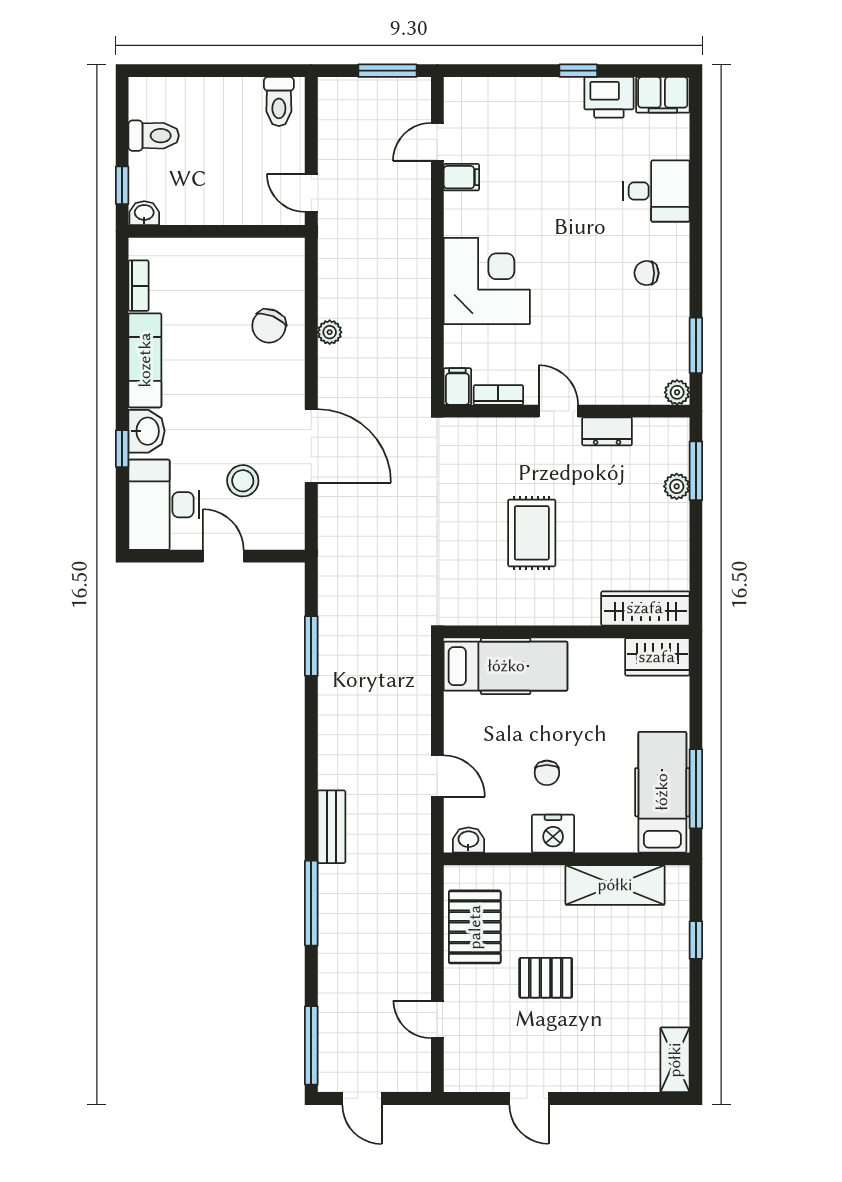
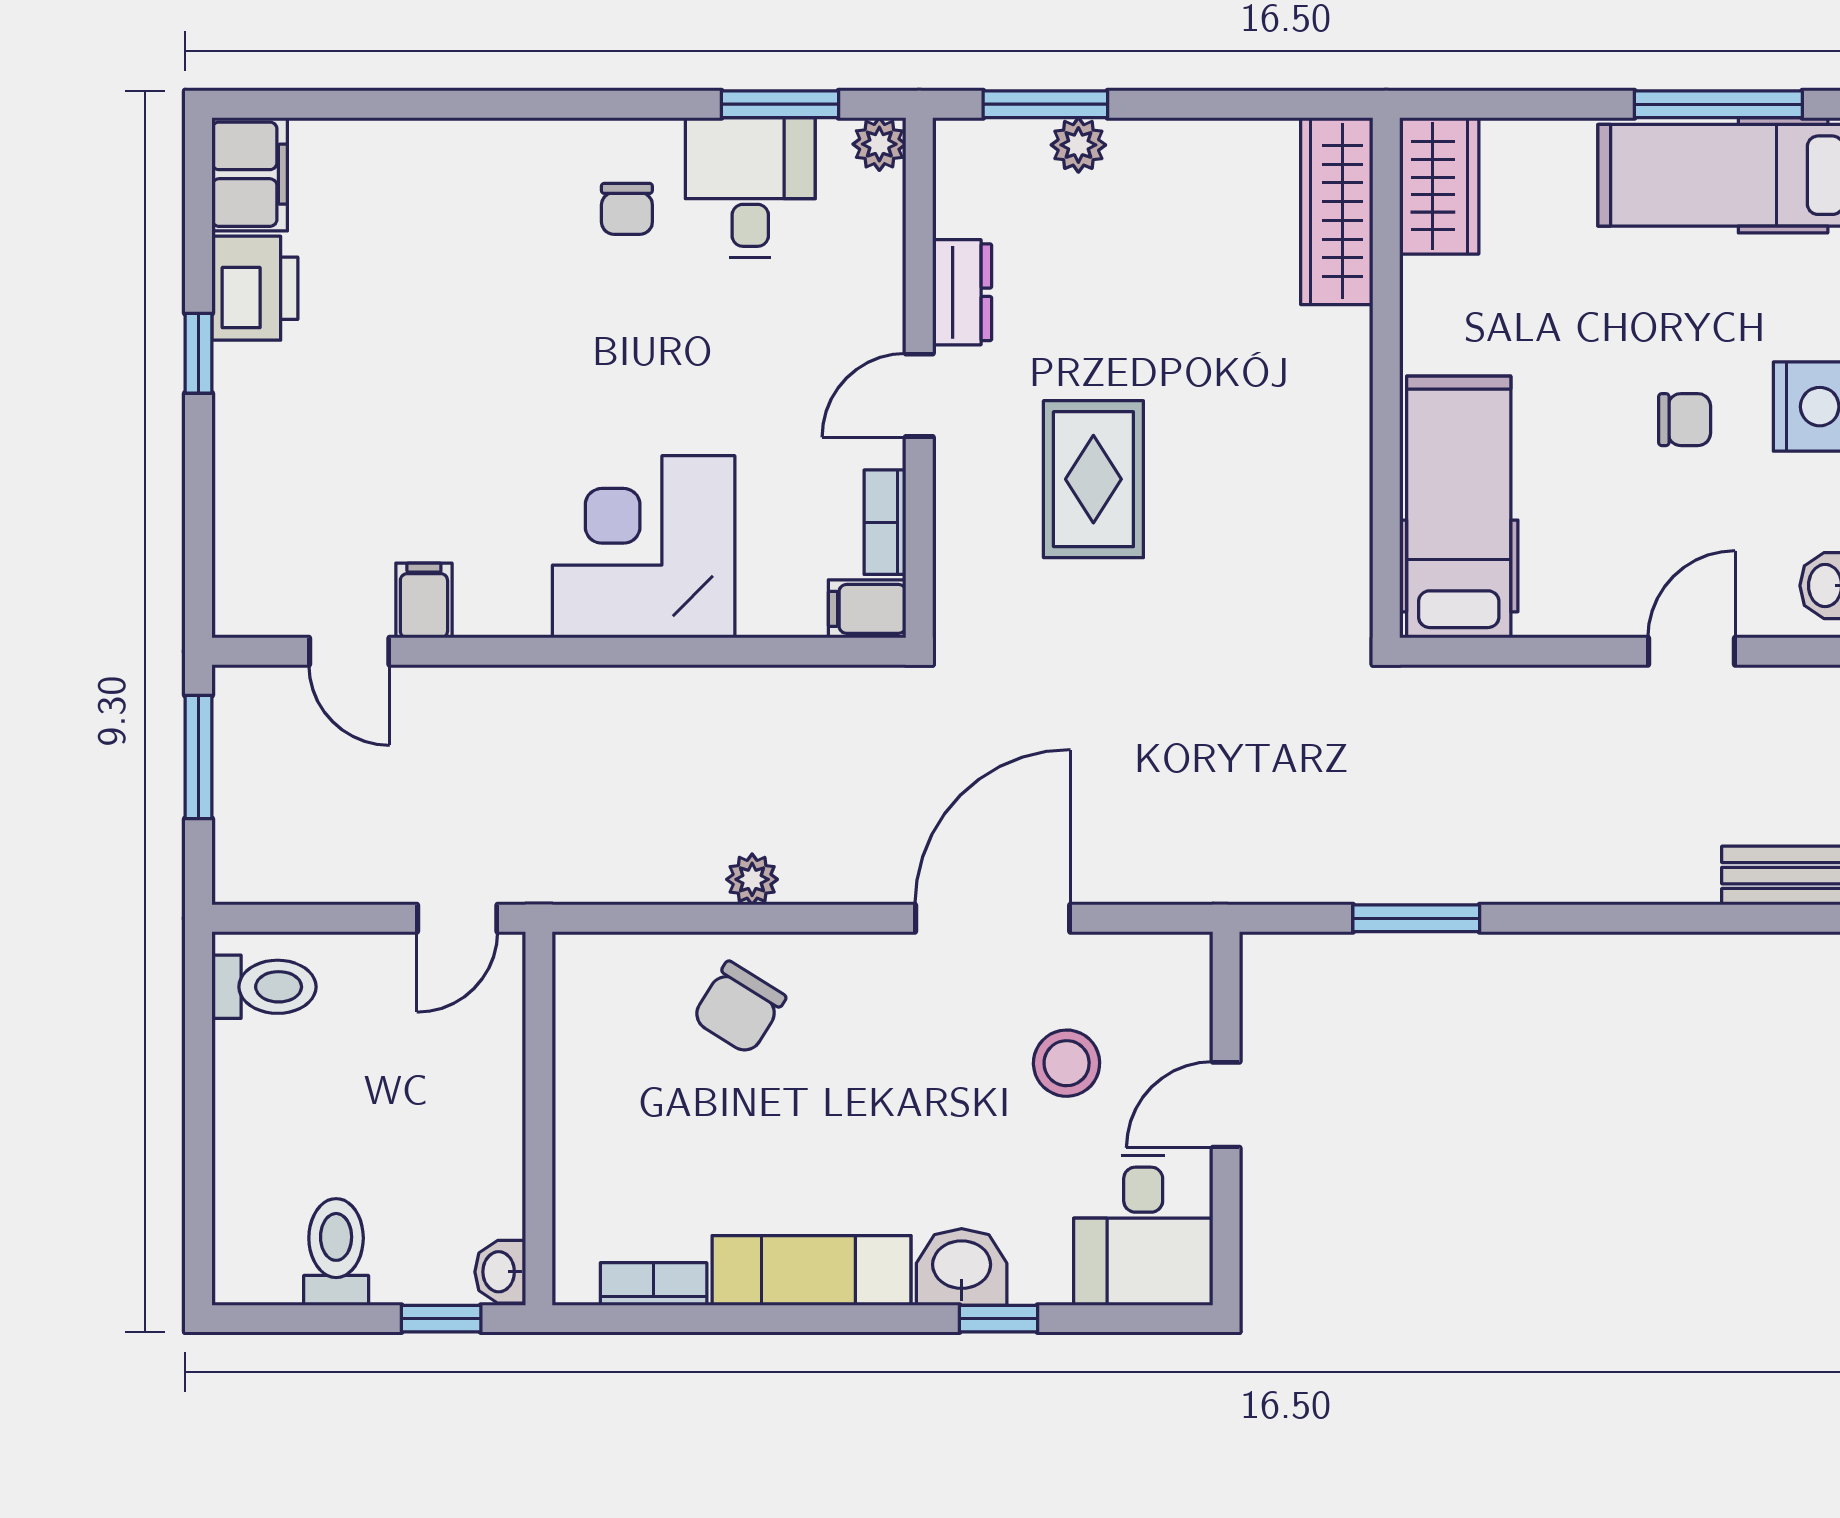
desk: (657, 191) -> (750, 188), moved
chair: (269, 326) -> (739, 1008), turned 100
desk: (164, 505) -> (1143, 1230), width x0.73
rug: (532, 533) -> (1093, 479), moved, turned 90

